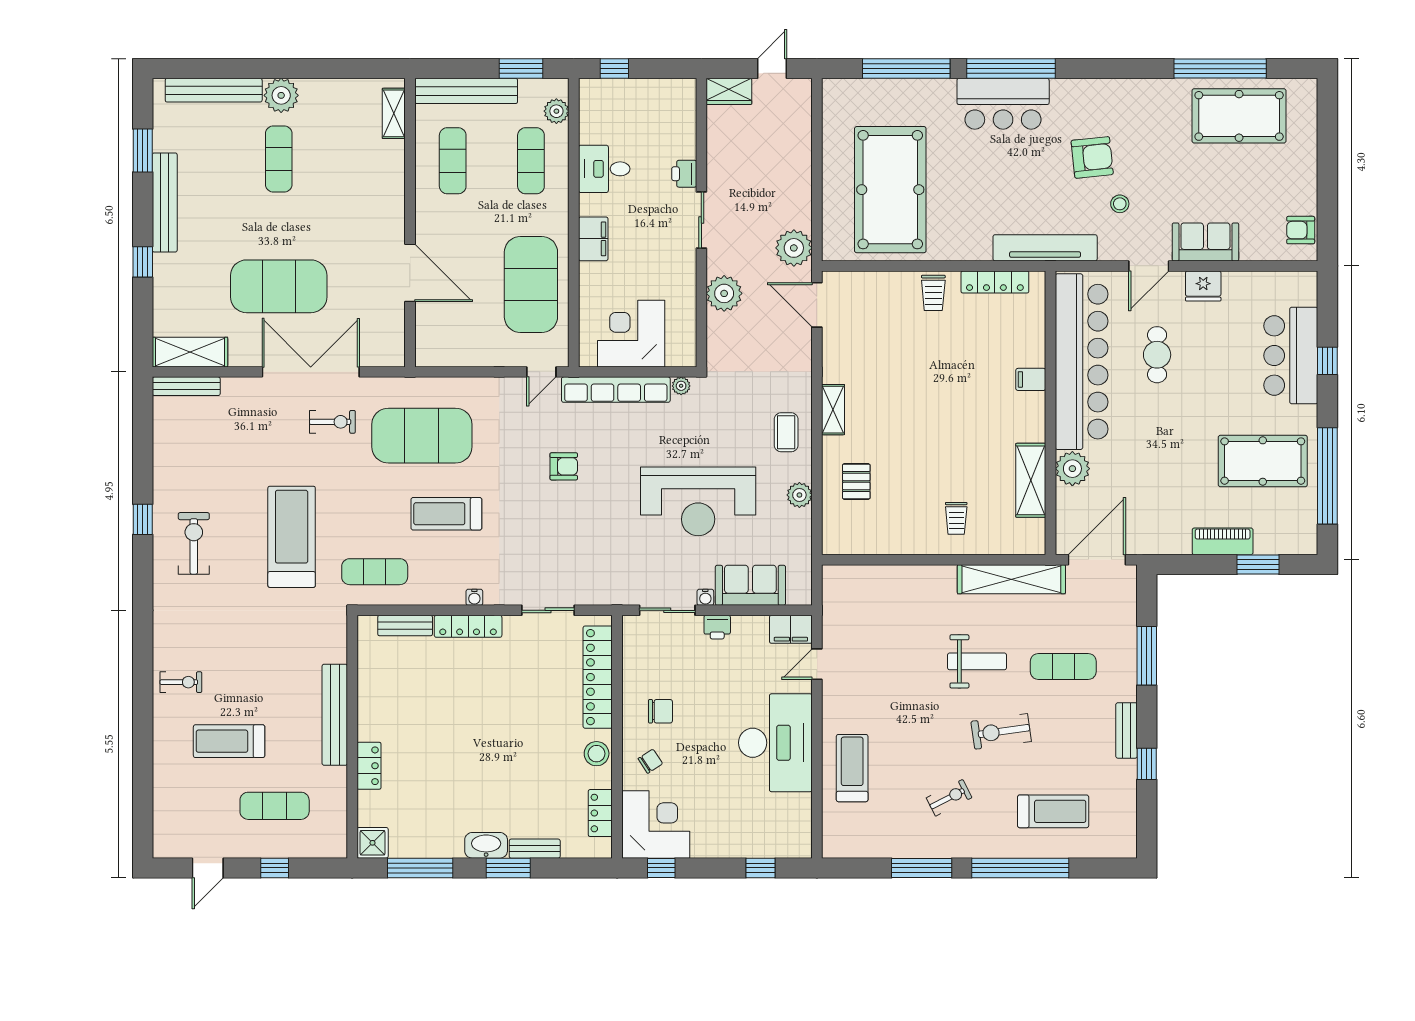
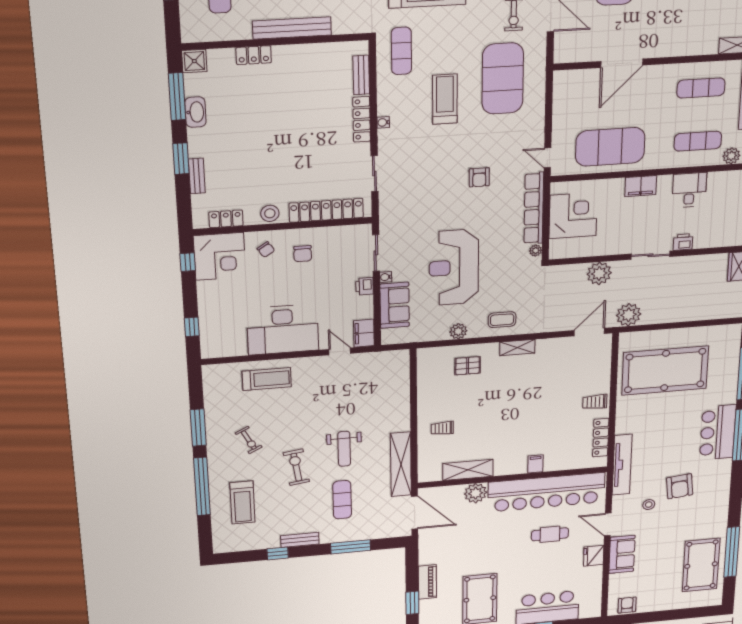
washbasin: (486, 845) -> (195, 112), moved

